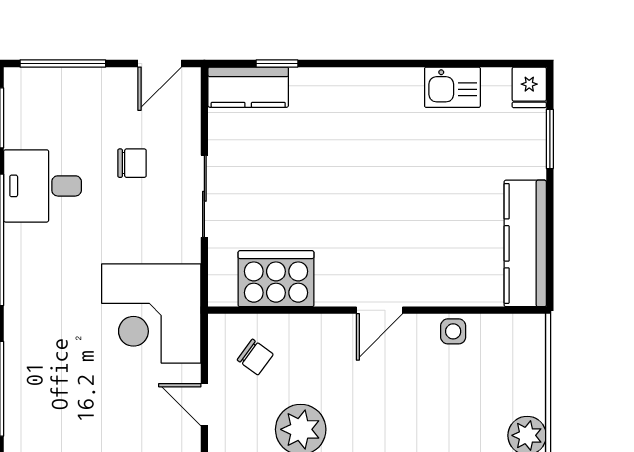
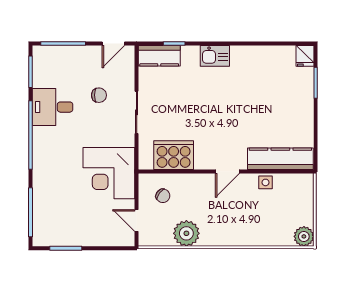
kitchen sink: (452, 87) -> (215, 56), moved
kitchen counter: (525, 243) -> (280, 159), moved, turned 90

